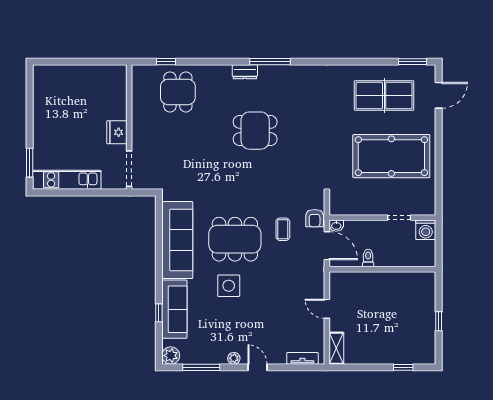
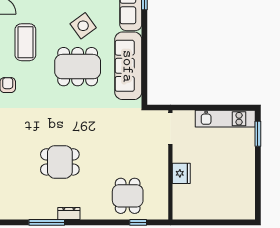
fridge: (117, 132) -> (181, 173), moved
coffee table: (283, 229) -> (25, 42), moved, width x1.86, depth x1.72
side table: (229, 286) -> (83, 26), turned -36

